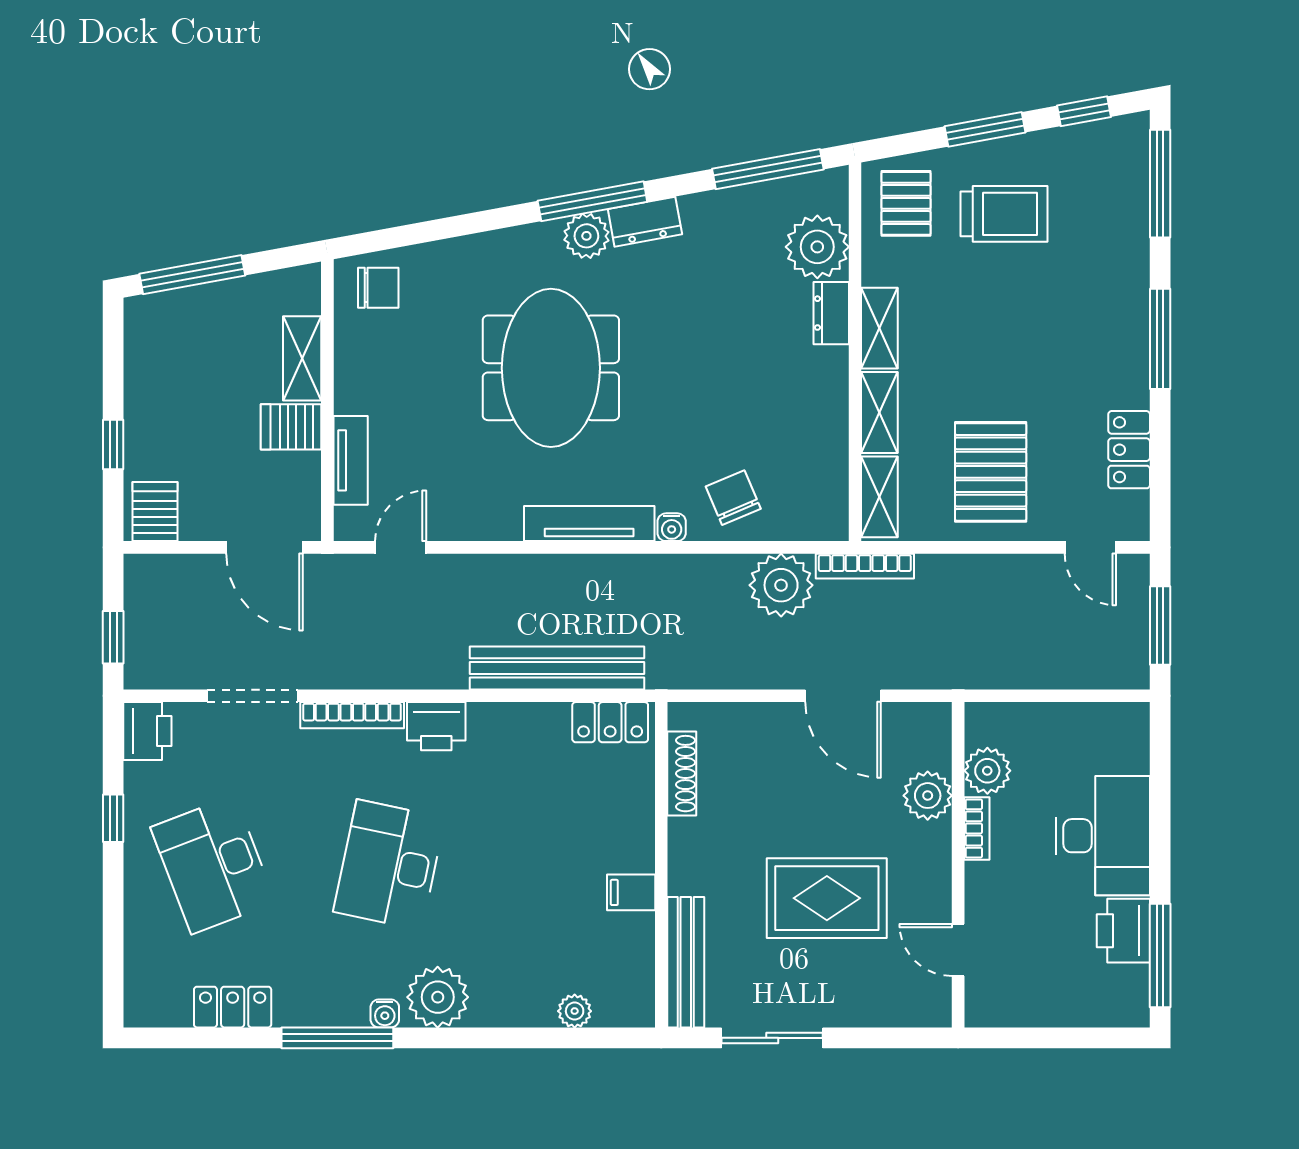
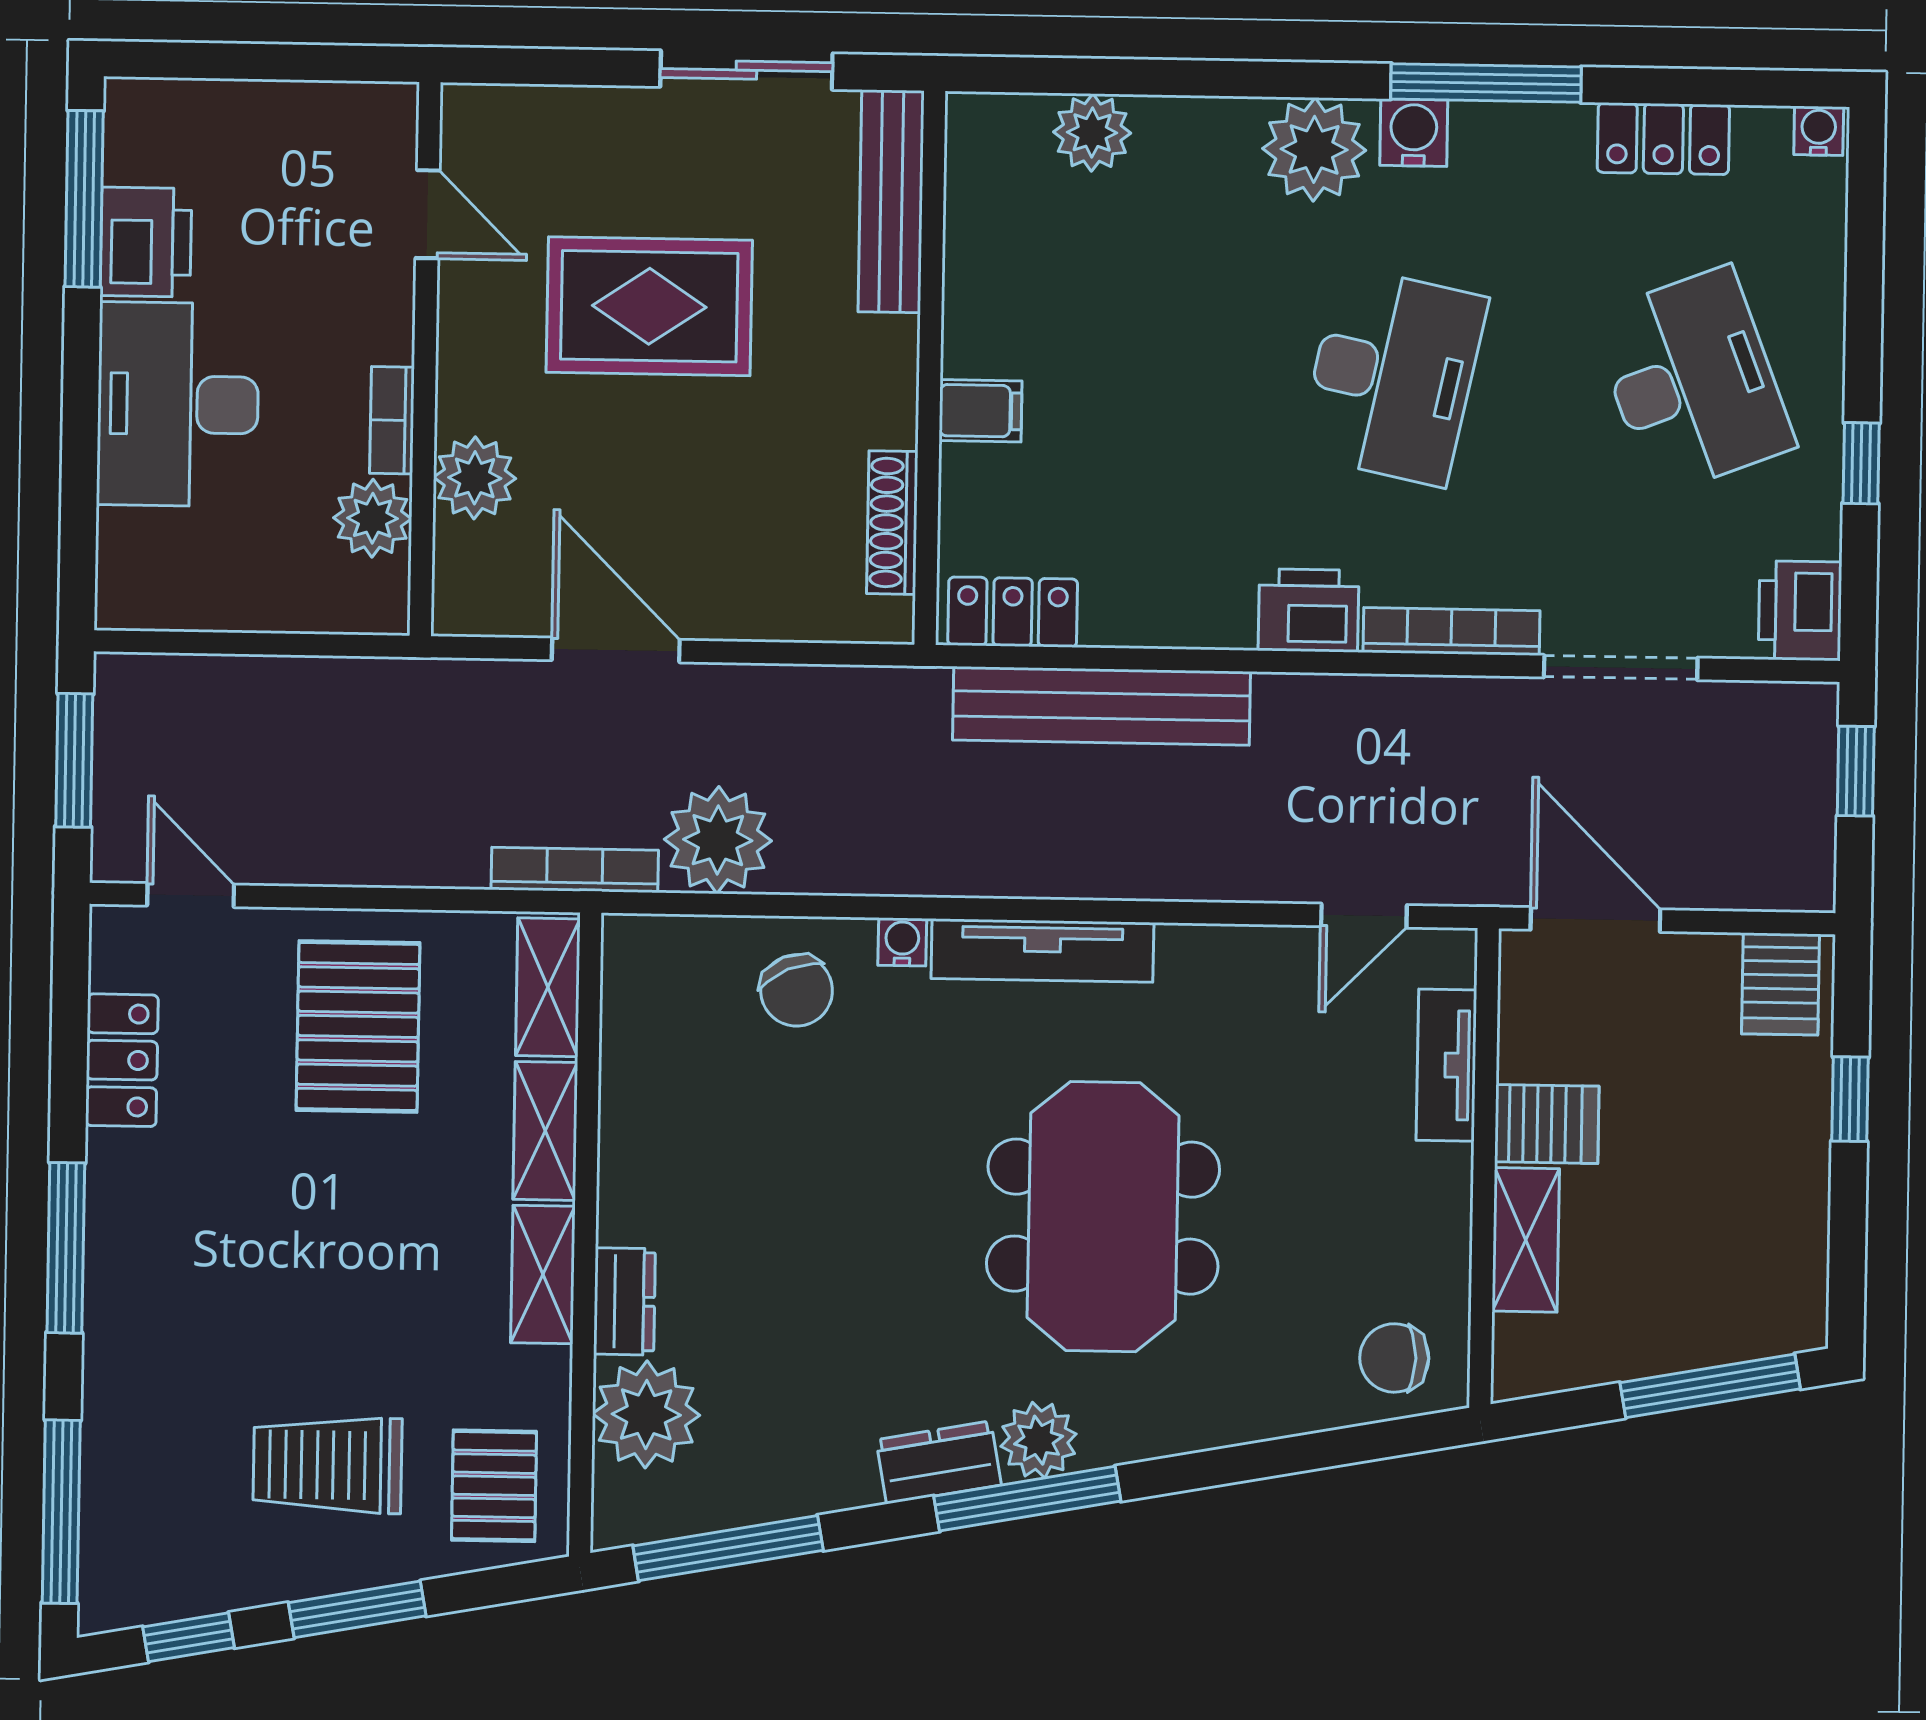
filing cabinet: (631, 892) -> (981, 411), moved
plant: (575, 1011) -> (1092, 133), width x1.38, depth x1.38
water cooler: (141, 1013) -> (1819, 131), added
water cooler: (385, 1013) -> (1414, 133), width x1.38, depth x1.38

